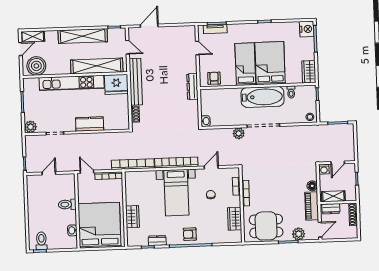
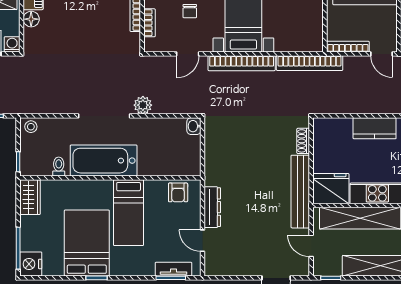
bed: (270, 63) -> (87, 243), moved, turned 180
dresser: (192, 87) -> (212, 207), moved

